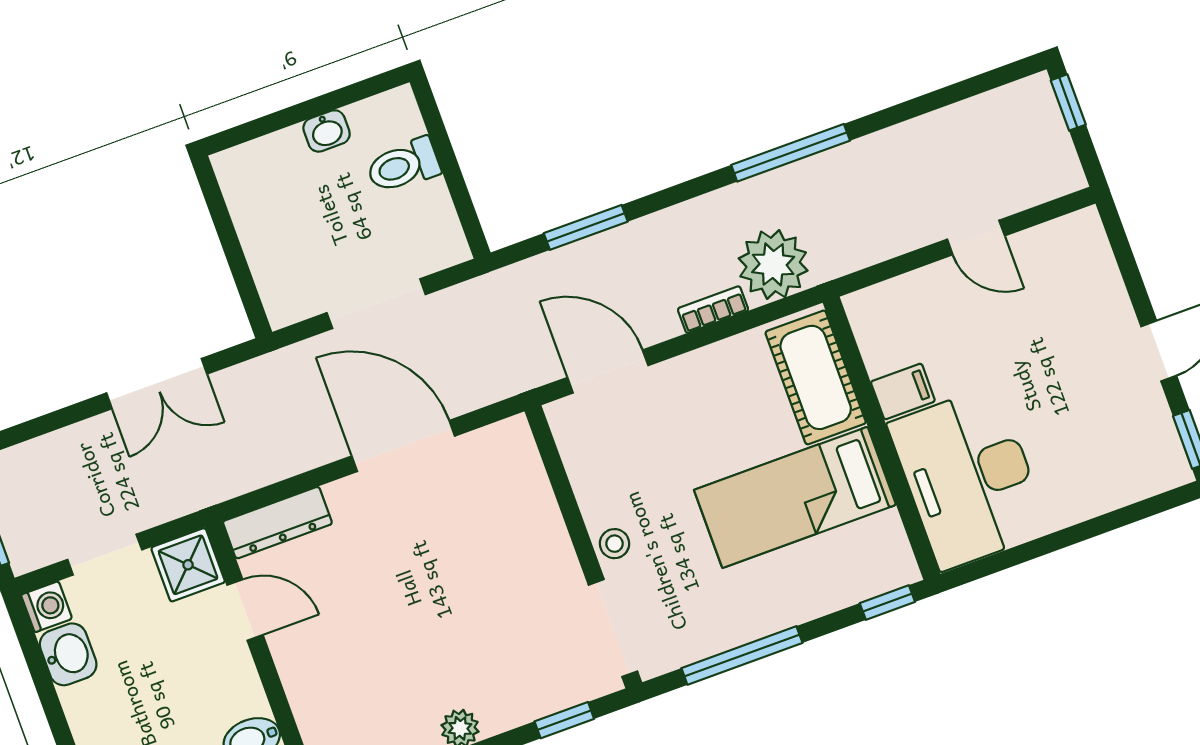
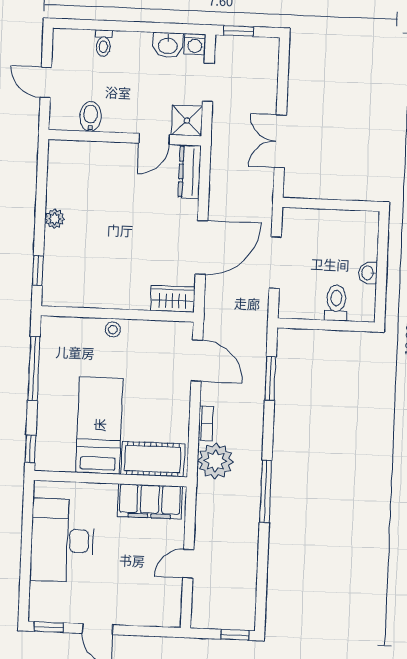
door: (608, 371) -> (197, 360), hinge flipped
filing cabinet: (903, 391) -> (150, 501), width x3.00, depth x1.17
wardrobe: (516, 460) -> (173, 299), added
desk: (969, 478) -> (62, 540), moved, turned -90
doorway: (613, 628) -> (73, 312), removed

